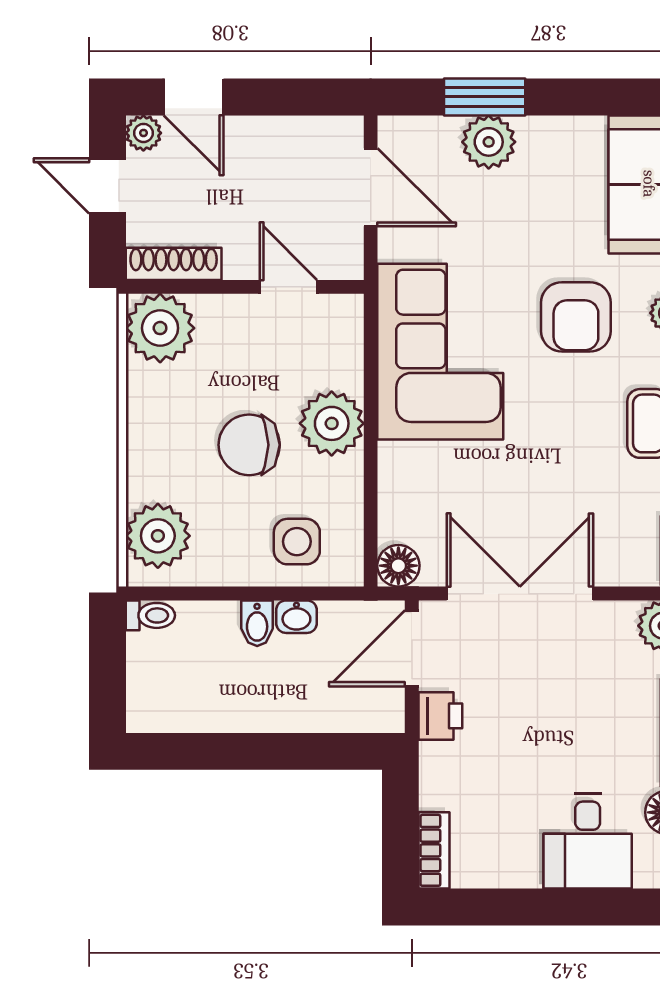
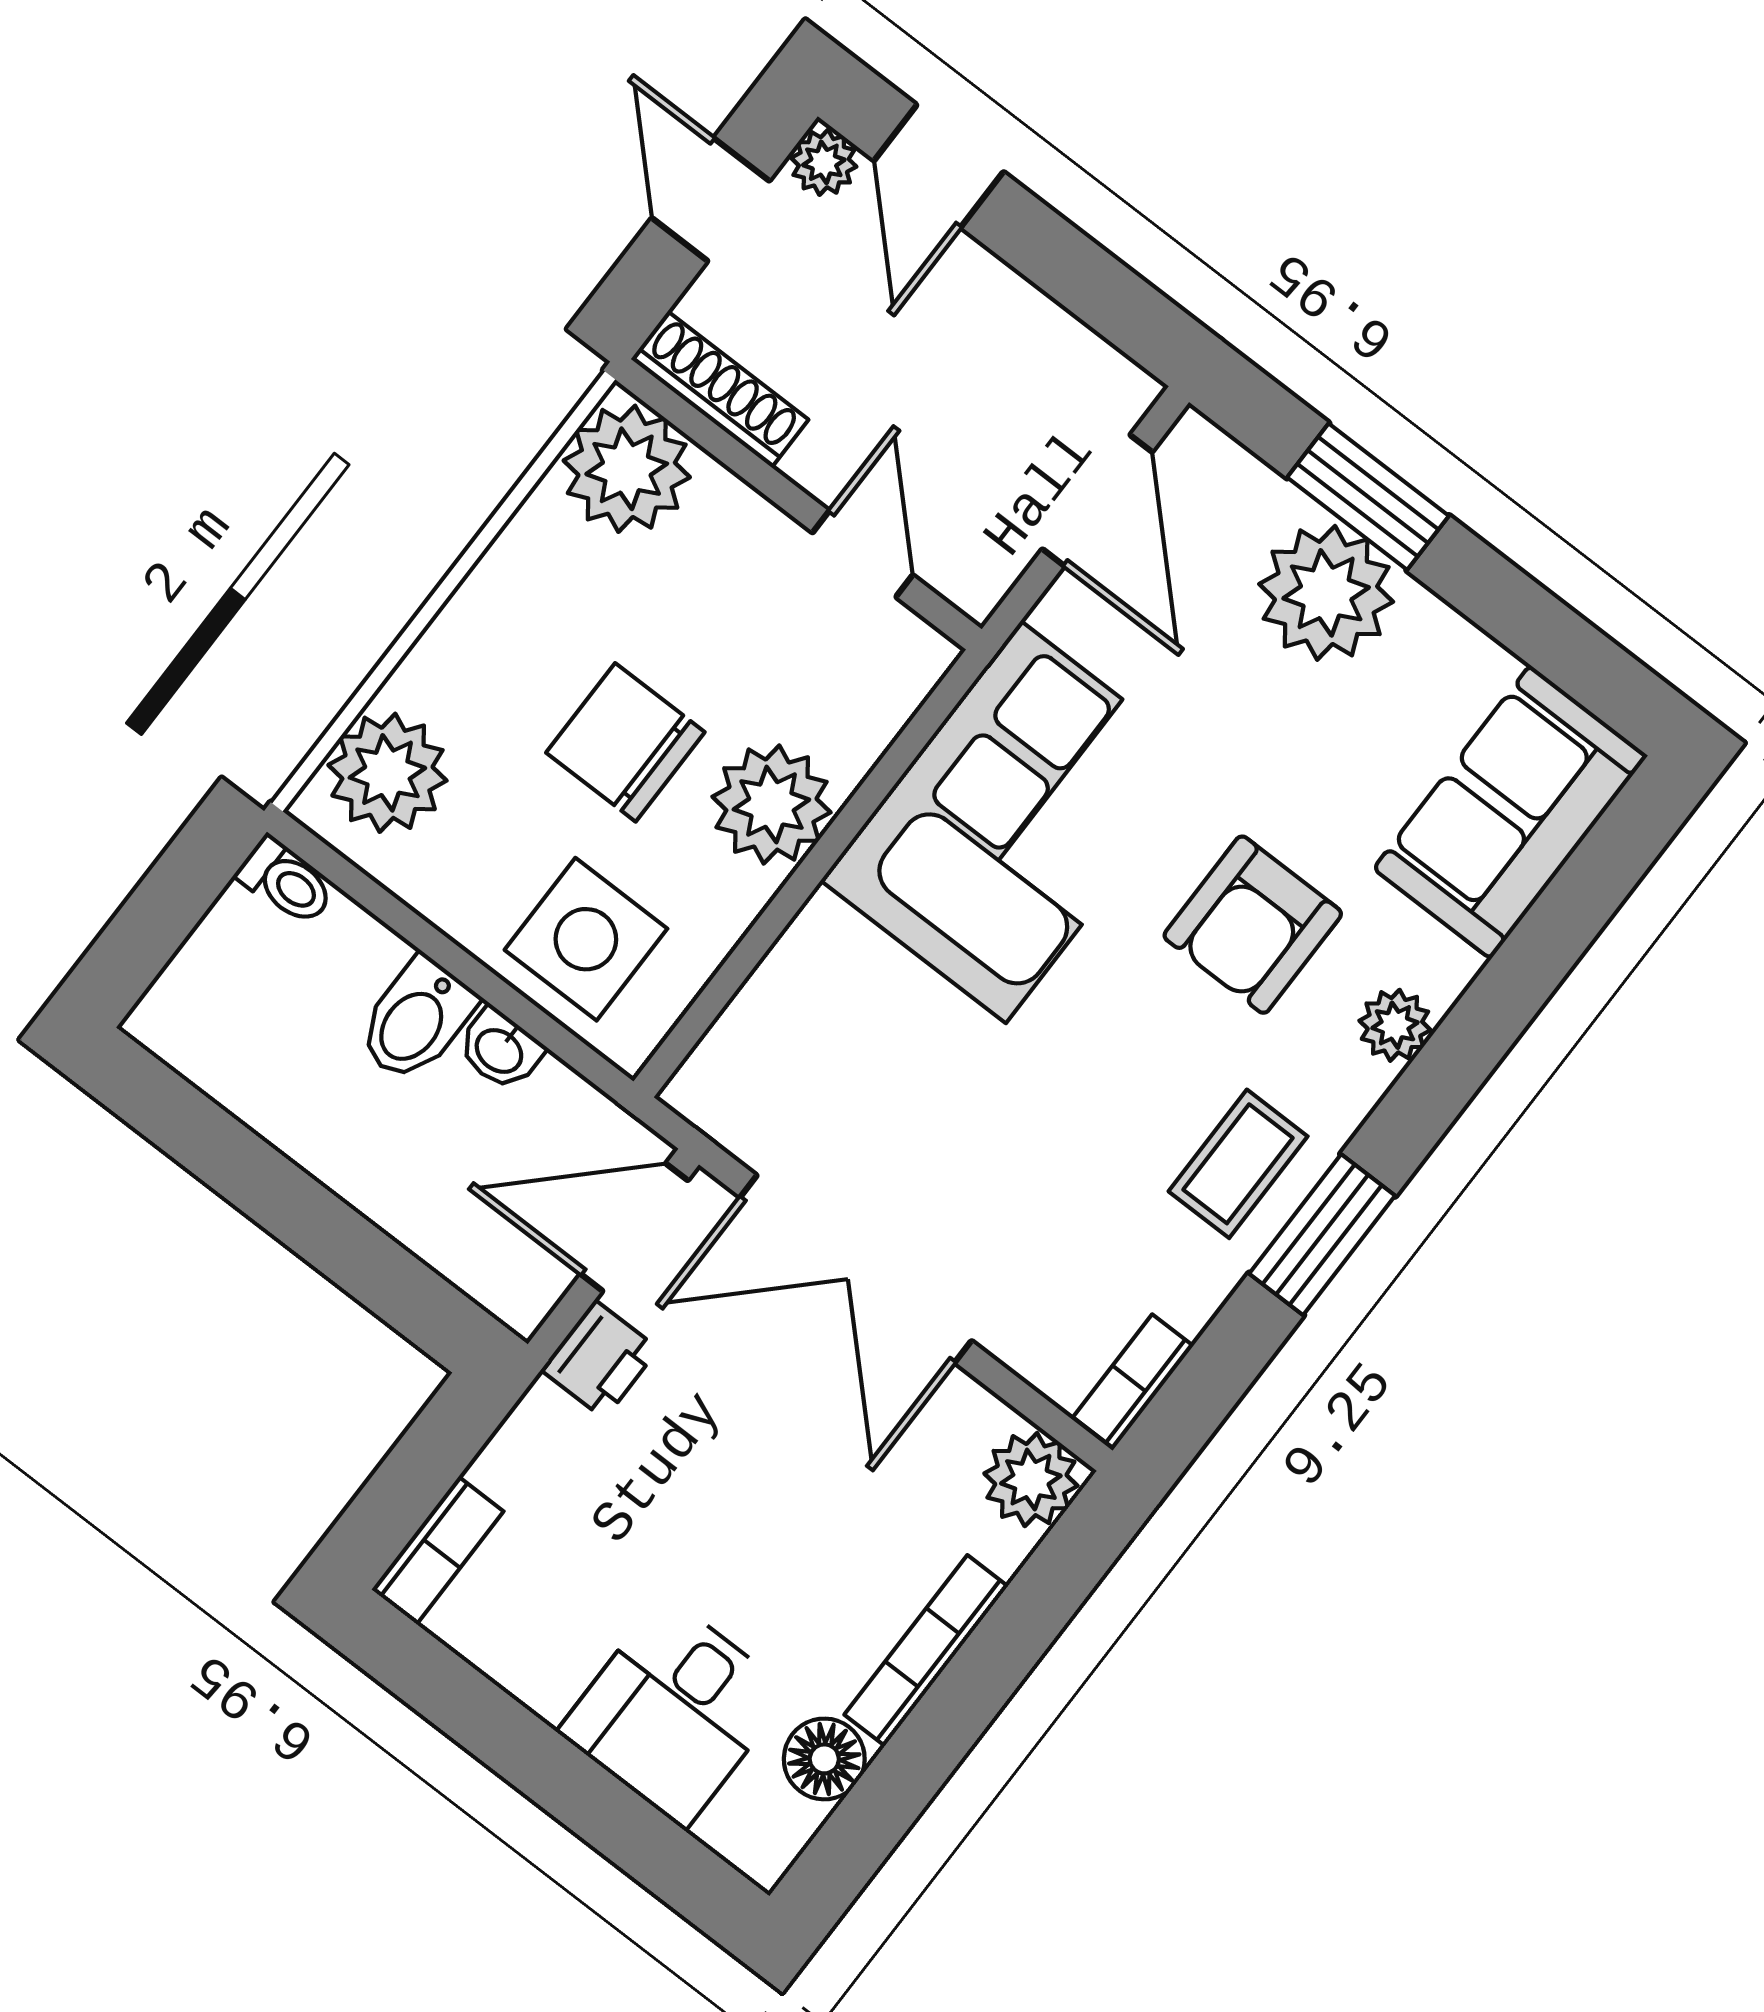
plant: (489, 142) -> (1326, 593), width x1.36, depth x1.36
side table: (297, 542) -> (586, 939), width x1.37, depth x1.37
floor lamp: (398, 566) -> (708, 1090), removed
double door: (520, 594) -> (856, 1269), swing flipped
bidet: (257, 623) -> (416, 1020), width x1.38, depth x1.36

